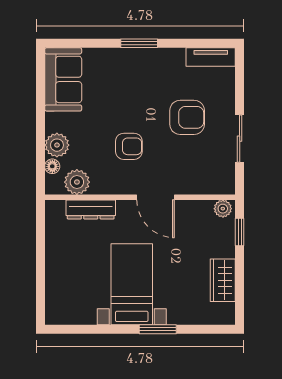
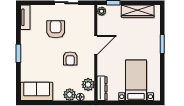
armchair: (129, 146) -> (70, 58), turned 180
dresser: (91, 209) -> (102, 88), moved
wardrobe: (223, 280) -> (138, 11), width x1.50
bed with nightstands: (132, 284) -> (136, 80), moved, turned 90

